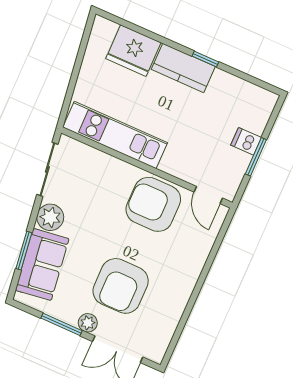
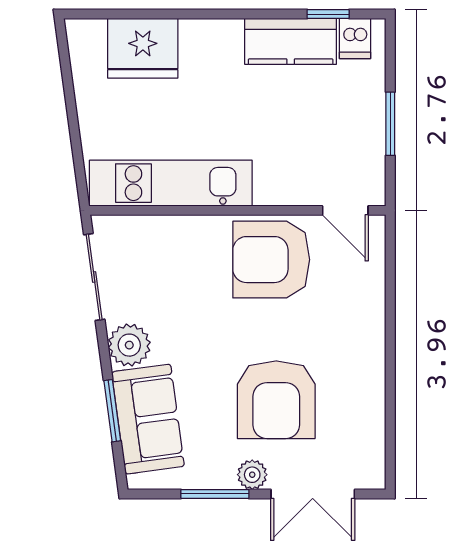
window: (205, 59) -> (328, 14), moved
kitchen counter: (183, 68) -> (291, 41), moved
dishwasher: (246, 141) -> (355, 38), moved, turned -90

